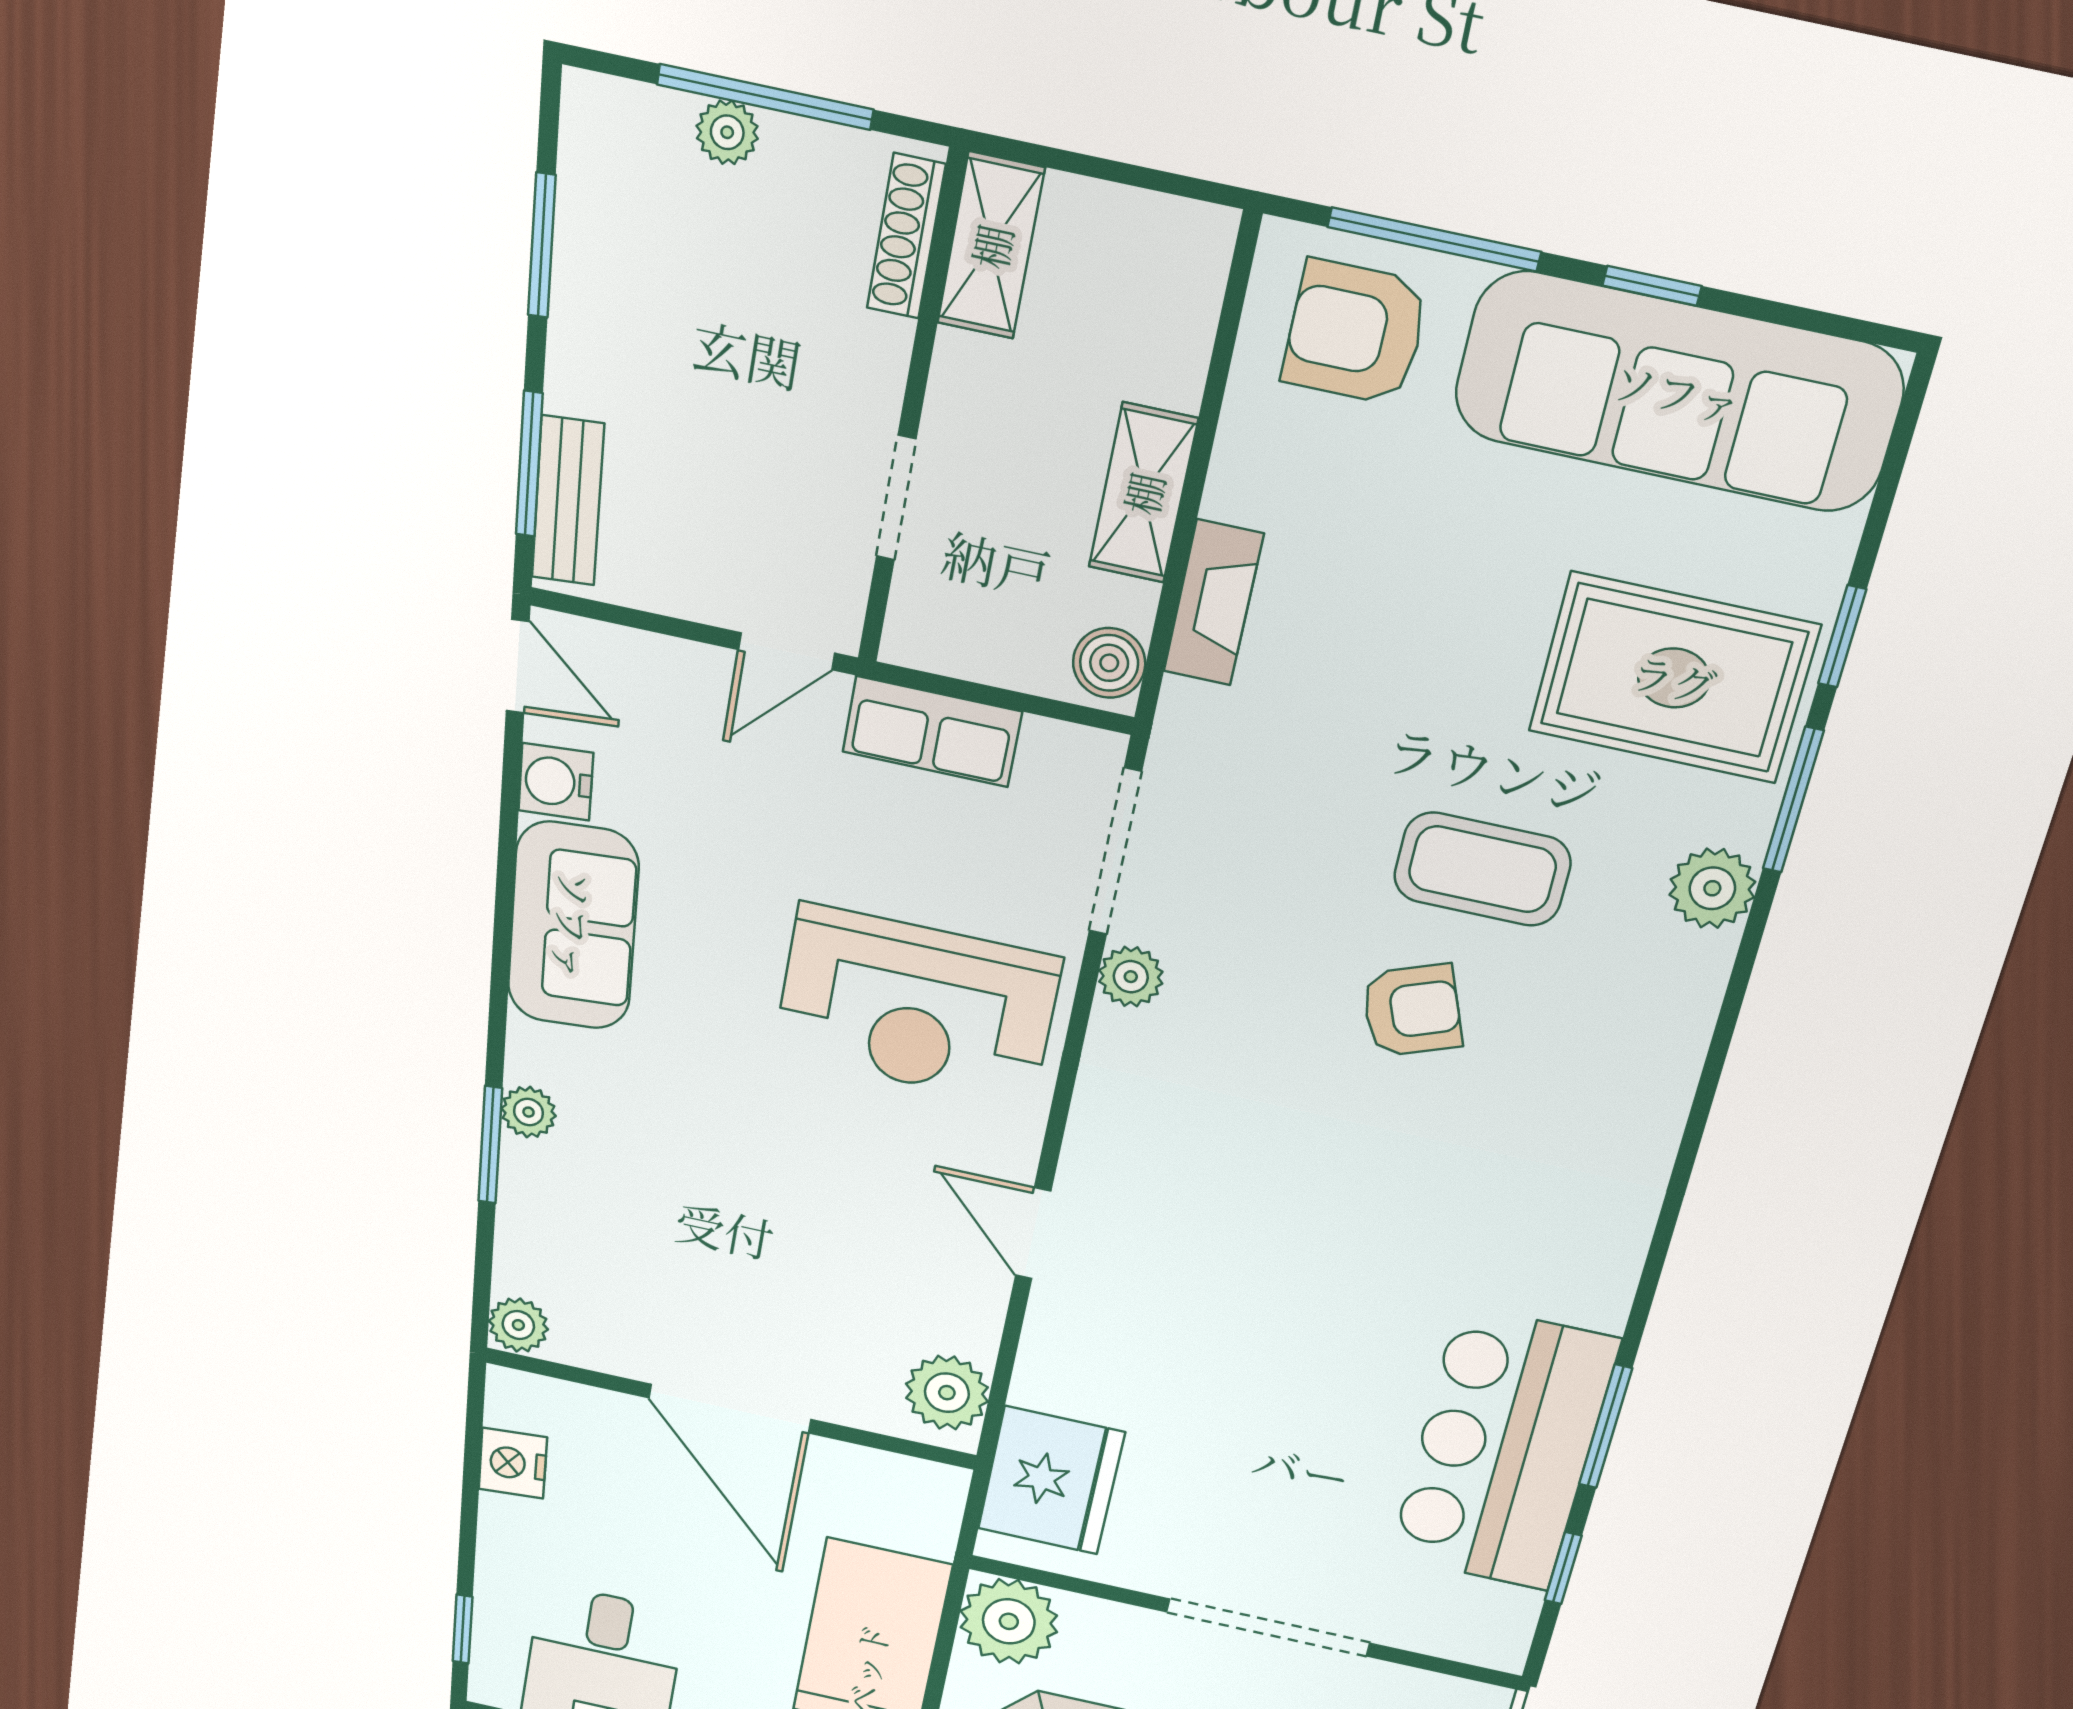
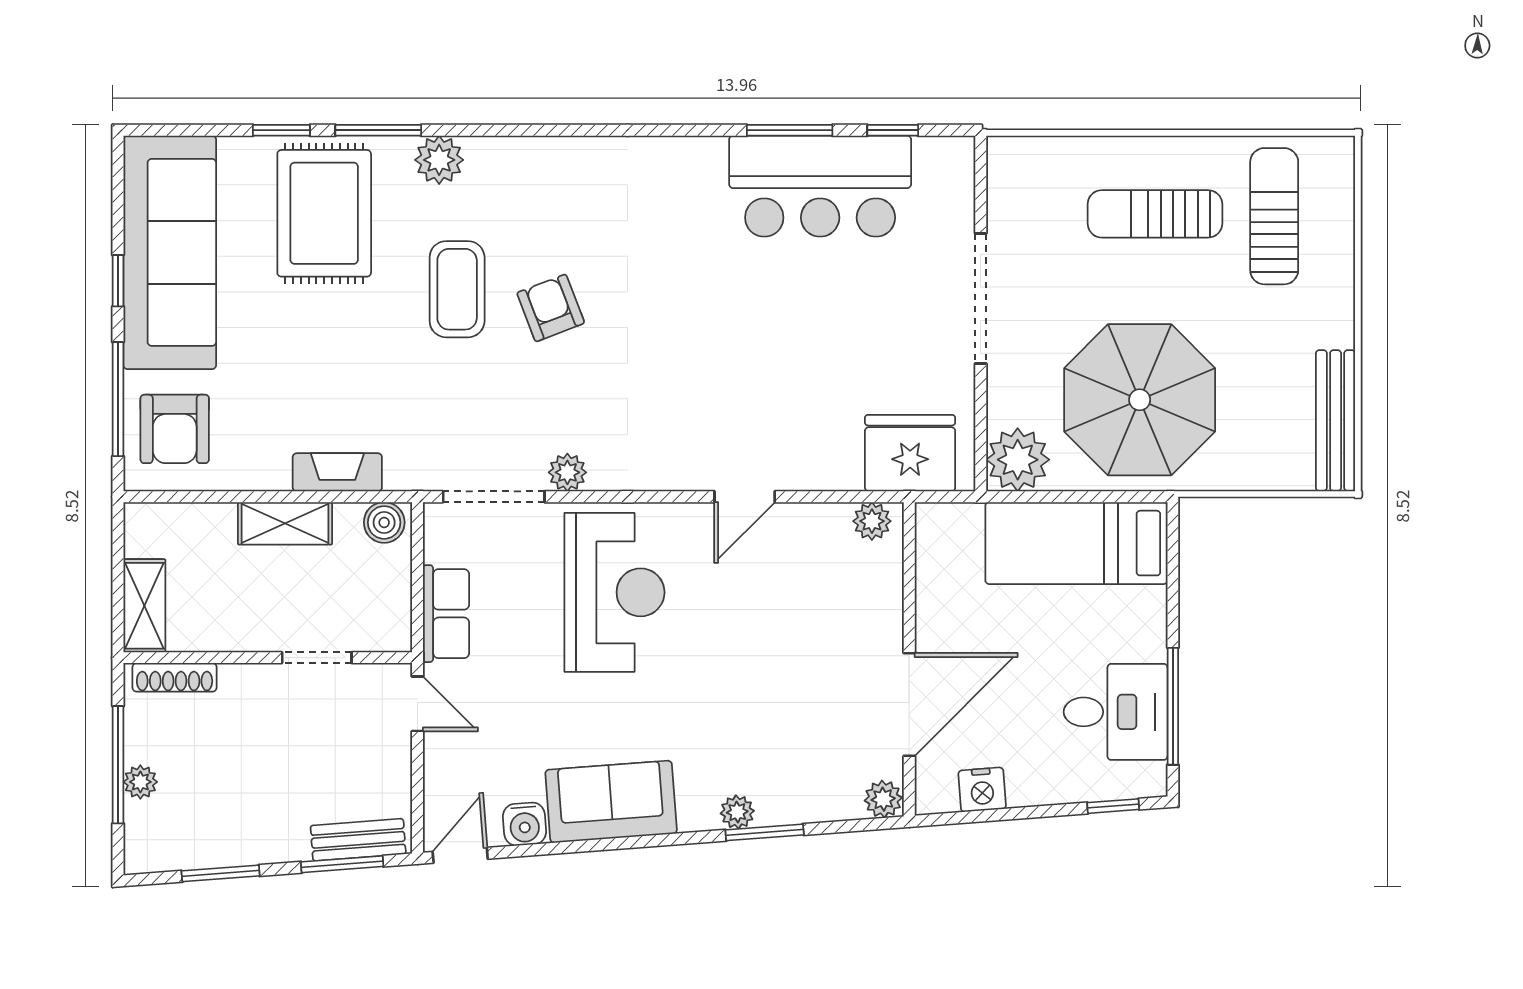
shelving: (991, 246) -> (144, 606), moved, turned 90
plant: (947, 1393) -> (872, 521), width x0.73, depth x0.73
door: (730, 1409) -> (909, 705), moved

